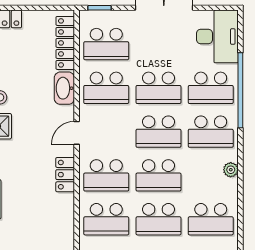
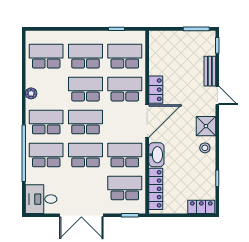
desk: (217, 36) -> (41, 199), width x0.73
door: (77, 133) -> (147, 121), width x1.87

